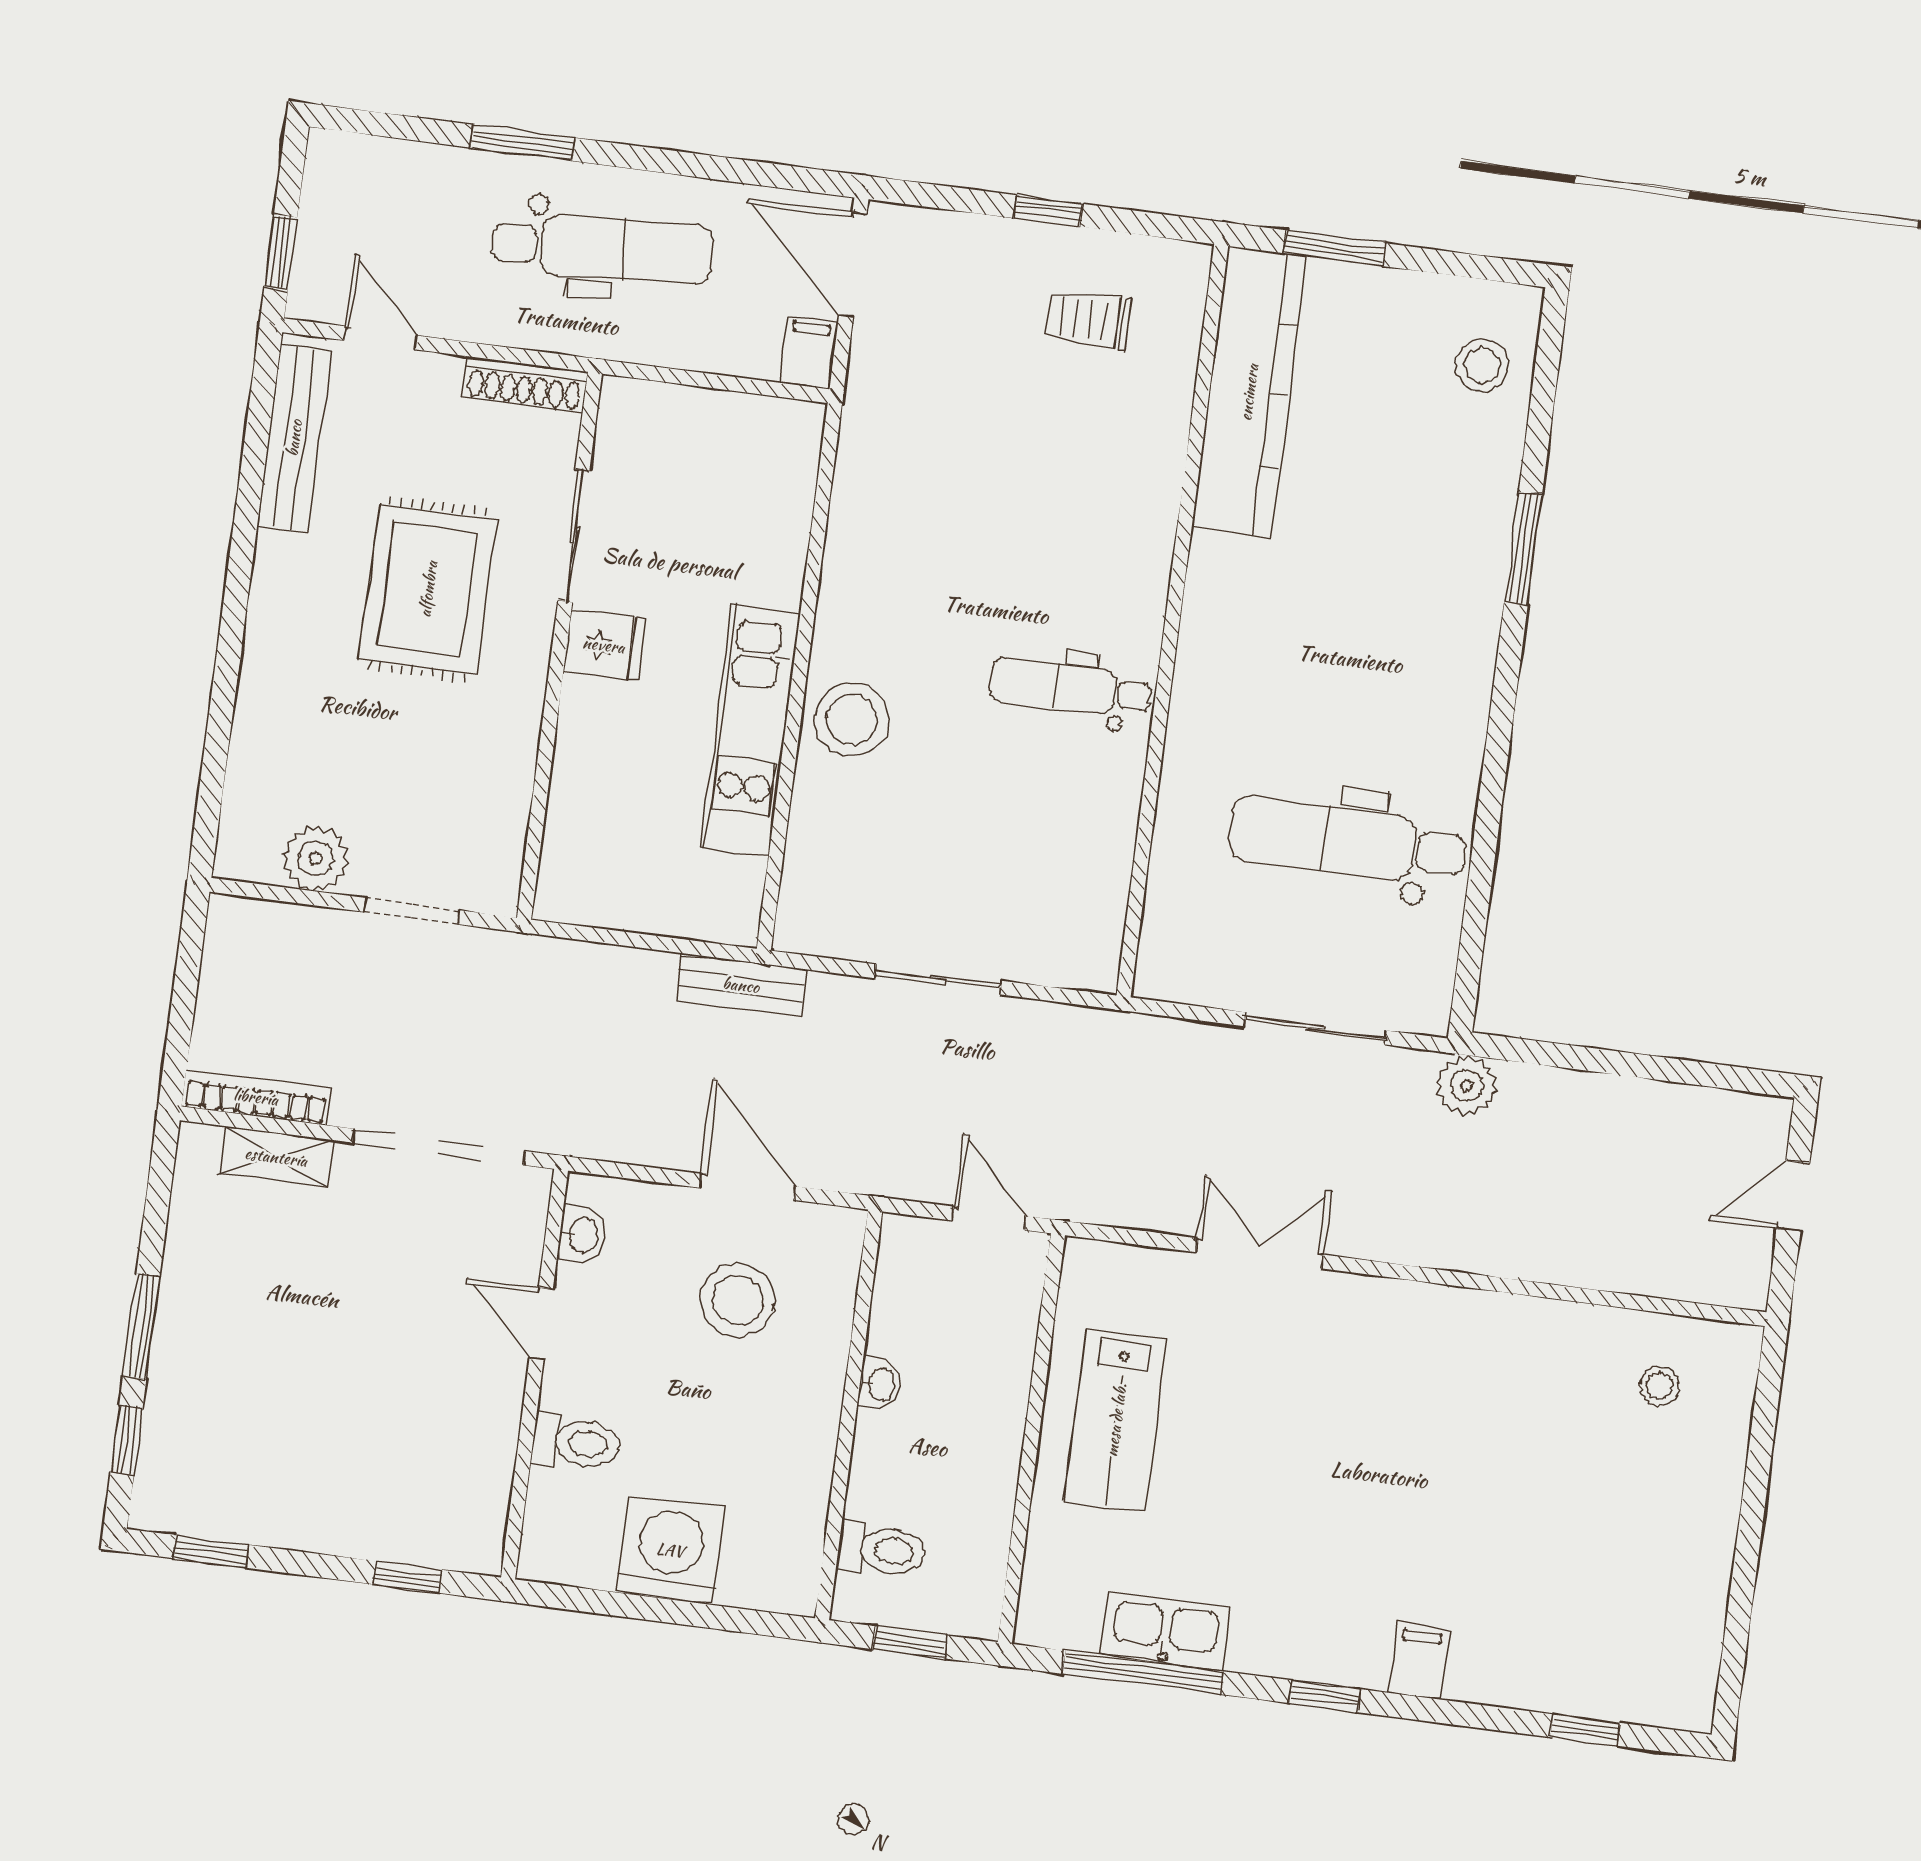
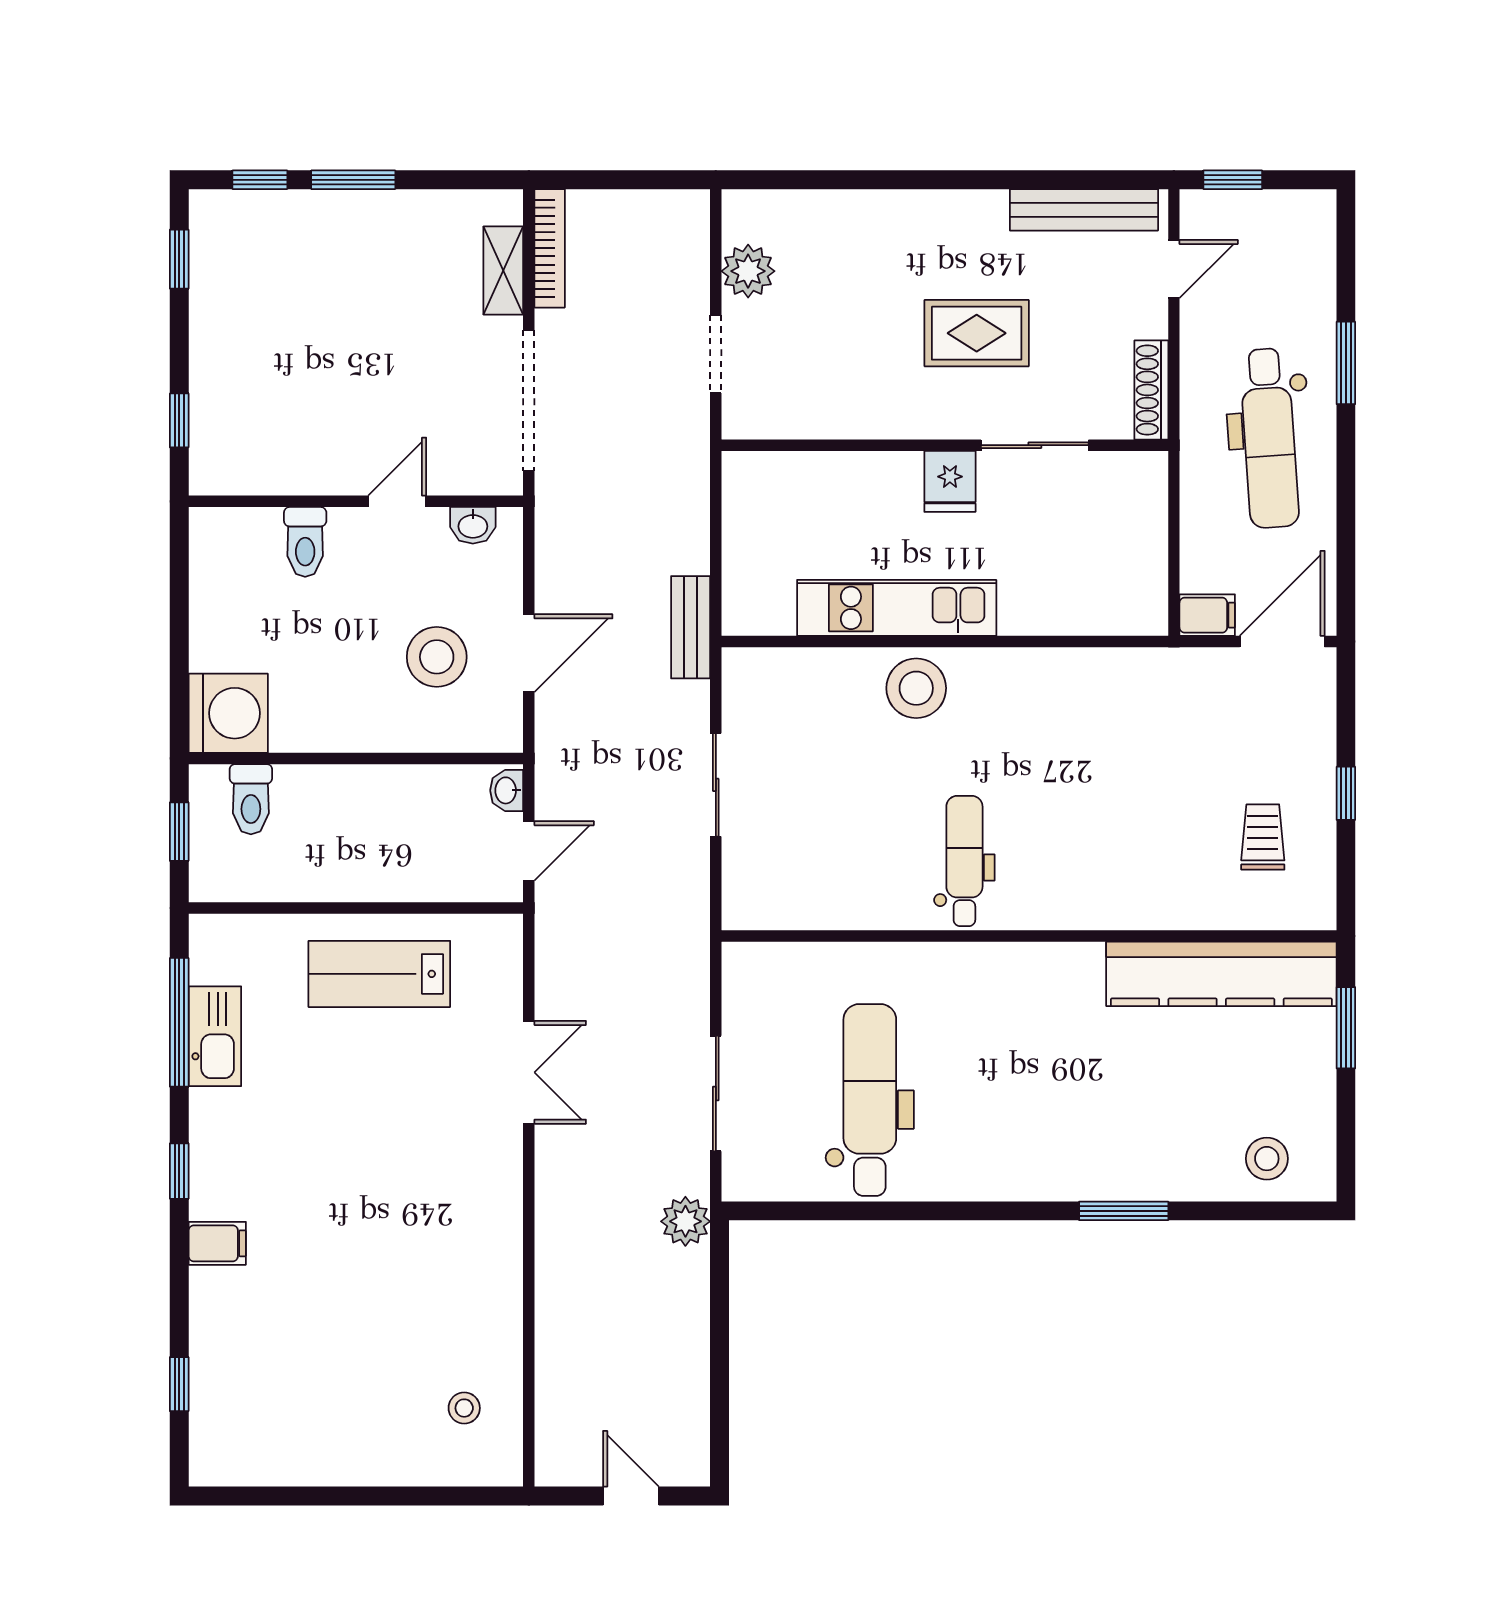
rug: (428, 589) -> (977, 333), width x0.73, depth x0.70
washbasin: (880, 1384) -> (507, 790), moved, turned 90
washing machine: (670, 1550) -> (228, 713), moved

